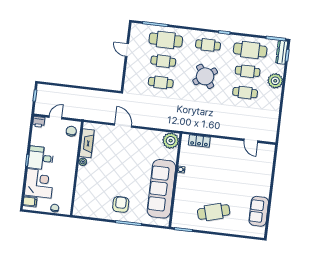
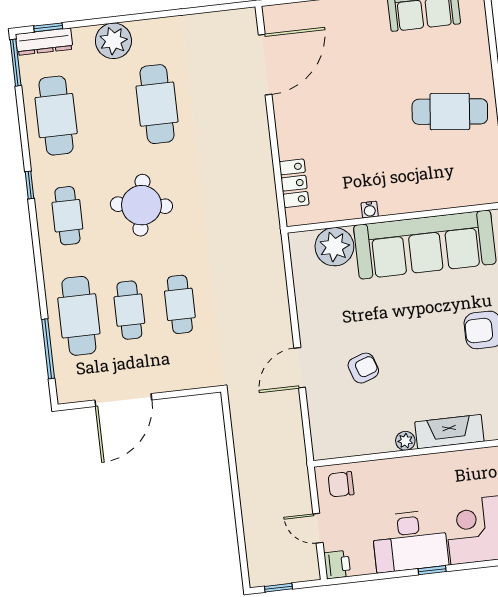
door: (127, 50) -> (123, 400), width x1.88
cafe table: (248, 71) -> (107, 110), removed
round table: (205, 76) -> (141, 205), turned 45
cafe table: (245, 93) -> (157, 104), width x1.37, depth x1.35
plant: (171, 141) -> (334, 247), moved
door: (251, 141) -> (265, 65), width x1.88
fireplace: (87, 143) -> (449, 432), moved
armchair: (117, 152) -> (363, 368), added
desk: (41, 158) -> (410, 541), width x1.37
cafe table: (214, 212) -> (450, 112), turned -68

